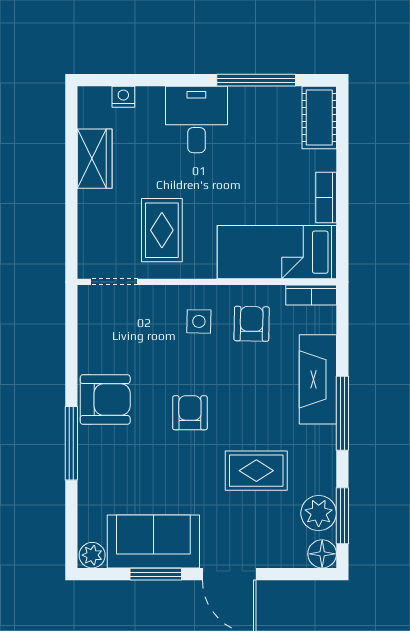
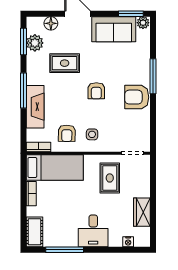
floor lamp: (322, 554) -> (51, 23), moved
window: (156, 574) -> (131, 14), moved

